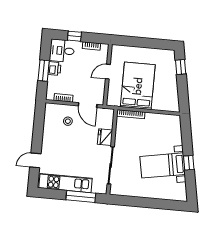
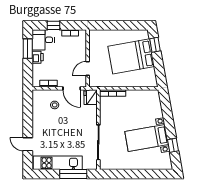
window: (44, 71) -> (28, 49), moved
door: (108, 72) -> (88, 68), moved
bed: (138, 86) -> (131, 56), moved, turned -100
fridge: (105, 137) -> (91, 97), moved
door: (35, 160) -> (28, 144), hinge flipped
window: (189, 163) -> (173, 145), moved

